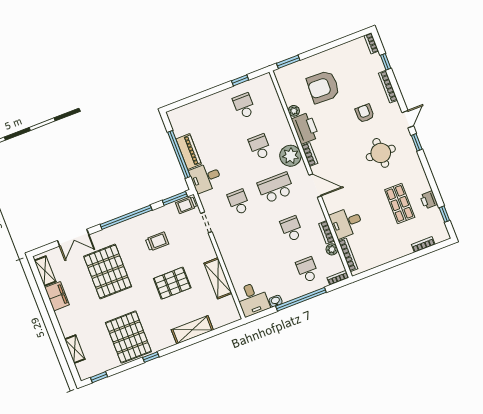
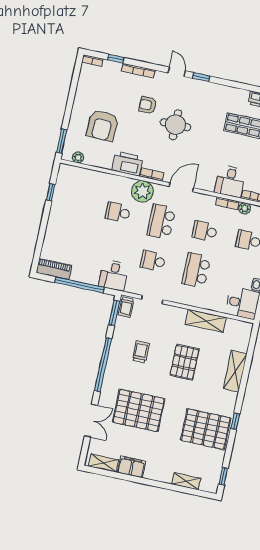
school desk: (244, 106) -> (196, 270), moved, width x1.85
plant: (294, 111) -> (78, 157), moved
piano: (189, 151) -> (54, 269), moved
round table: (381, 153) -> (175, 125), moved

